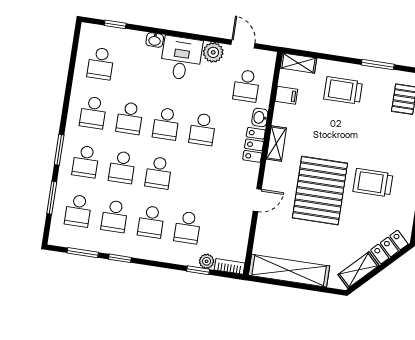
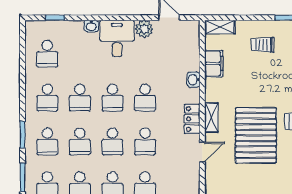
school desk: (246, 86) -> (145, 141), moved
trolley: (343, 90) -> (263, 45), width x0.73, depth x0.72
filing cabinet: (286, 95) -> (214, 63), width x2.00
shelving: (276, 144) -> (211, 118), moved
locker: (254, 145) -> (192, 119), moved

